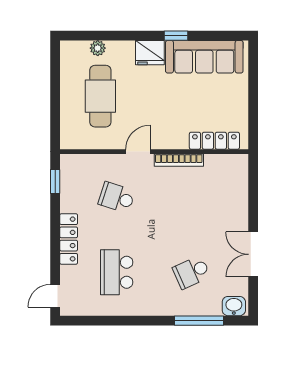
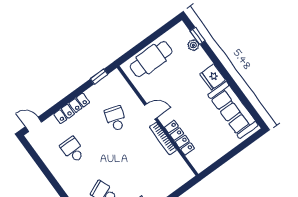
window: (176, 36) -> (198, 36), moved
cafe table: (100, 96) -> (151, 59), moved
locker: (214, 141) -> (179, 138), moved
school desk: (117, 272) -> (73, 150), width x0.54

